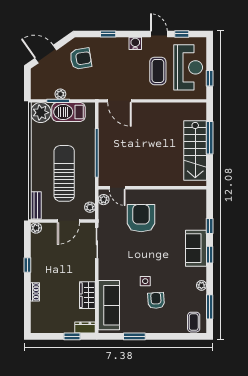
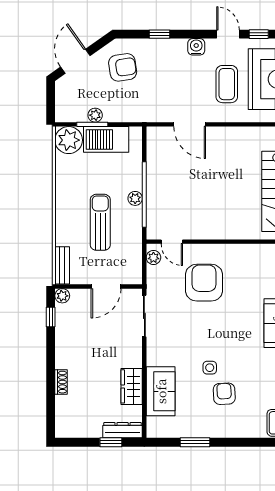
door: (46, 54) -> (75, 61), hinge flipped
door: (119, 101) -> (190, 124), moved
sun lounger: (64, 173) -> (100, 222), width x0.73, depth x0.75
plant: (90, 207) -> (135, 198), moved
window: (27, 265) -> (51, 317), moved
sofa: (109, 305) -> (161, 391), width x0.73
dresser: (85, 327) -> (123, 430), width x1.44

